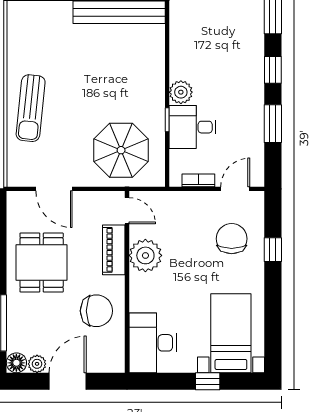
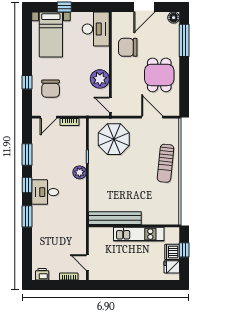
sun lounger: (31, 108) -> (165, 163), turned 180
desk: (193, 127) -> (45, 192), moved, turned 180
piano: (114, 250) -> (118, 82), removed
plant: (37, 364) -> (162, 17), removed

